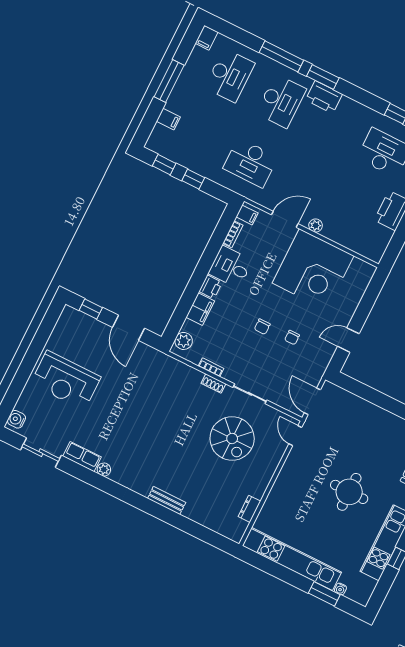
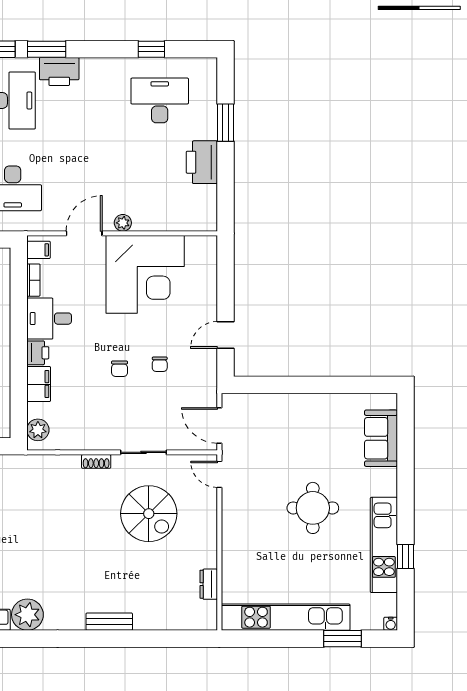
bookcase: (211, 367) -> (84, 444), removed
plant: (104, 470) -> (27, 615), width x1.87, depth x1.87
water cooler: (340, 589) -> (391, 624), moved

